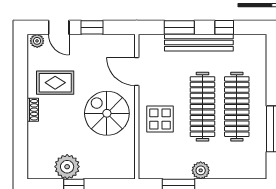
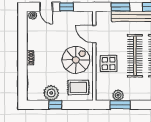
rug: (55, 83) -> (78, 87), moved
spiral stairs: (107, 113) -> (76, 60), turned 90
plant: (201, 170) -> (118, 95), moved

